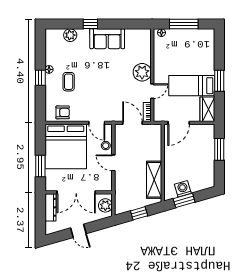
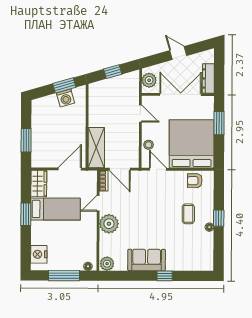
plant: (70, 35) -> (107, 264), moved
nightstand: (207, 44) -> (39, 254), added
door: (113, 163) -> (140, 113), moved
shelving: (154, 180) -> (96, 148), moved

